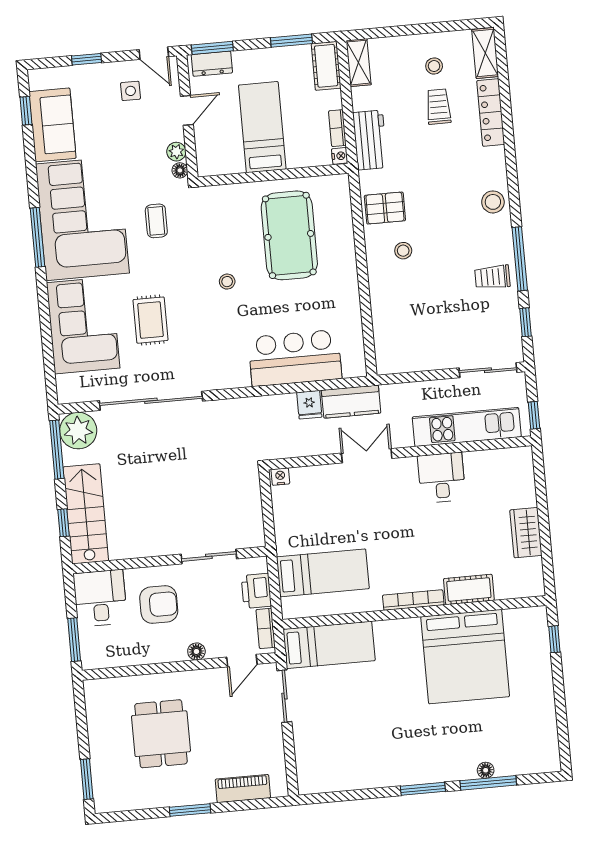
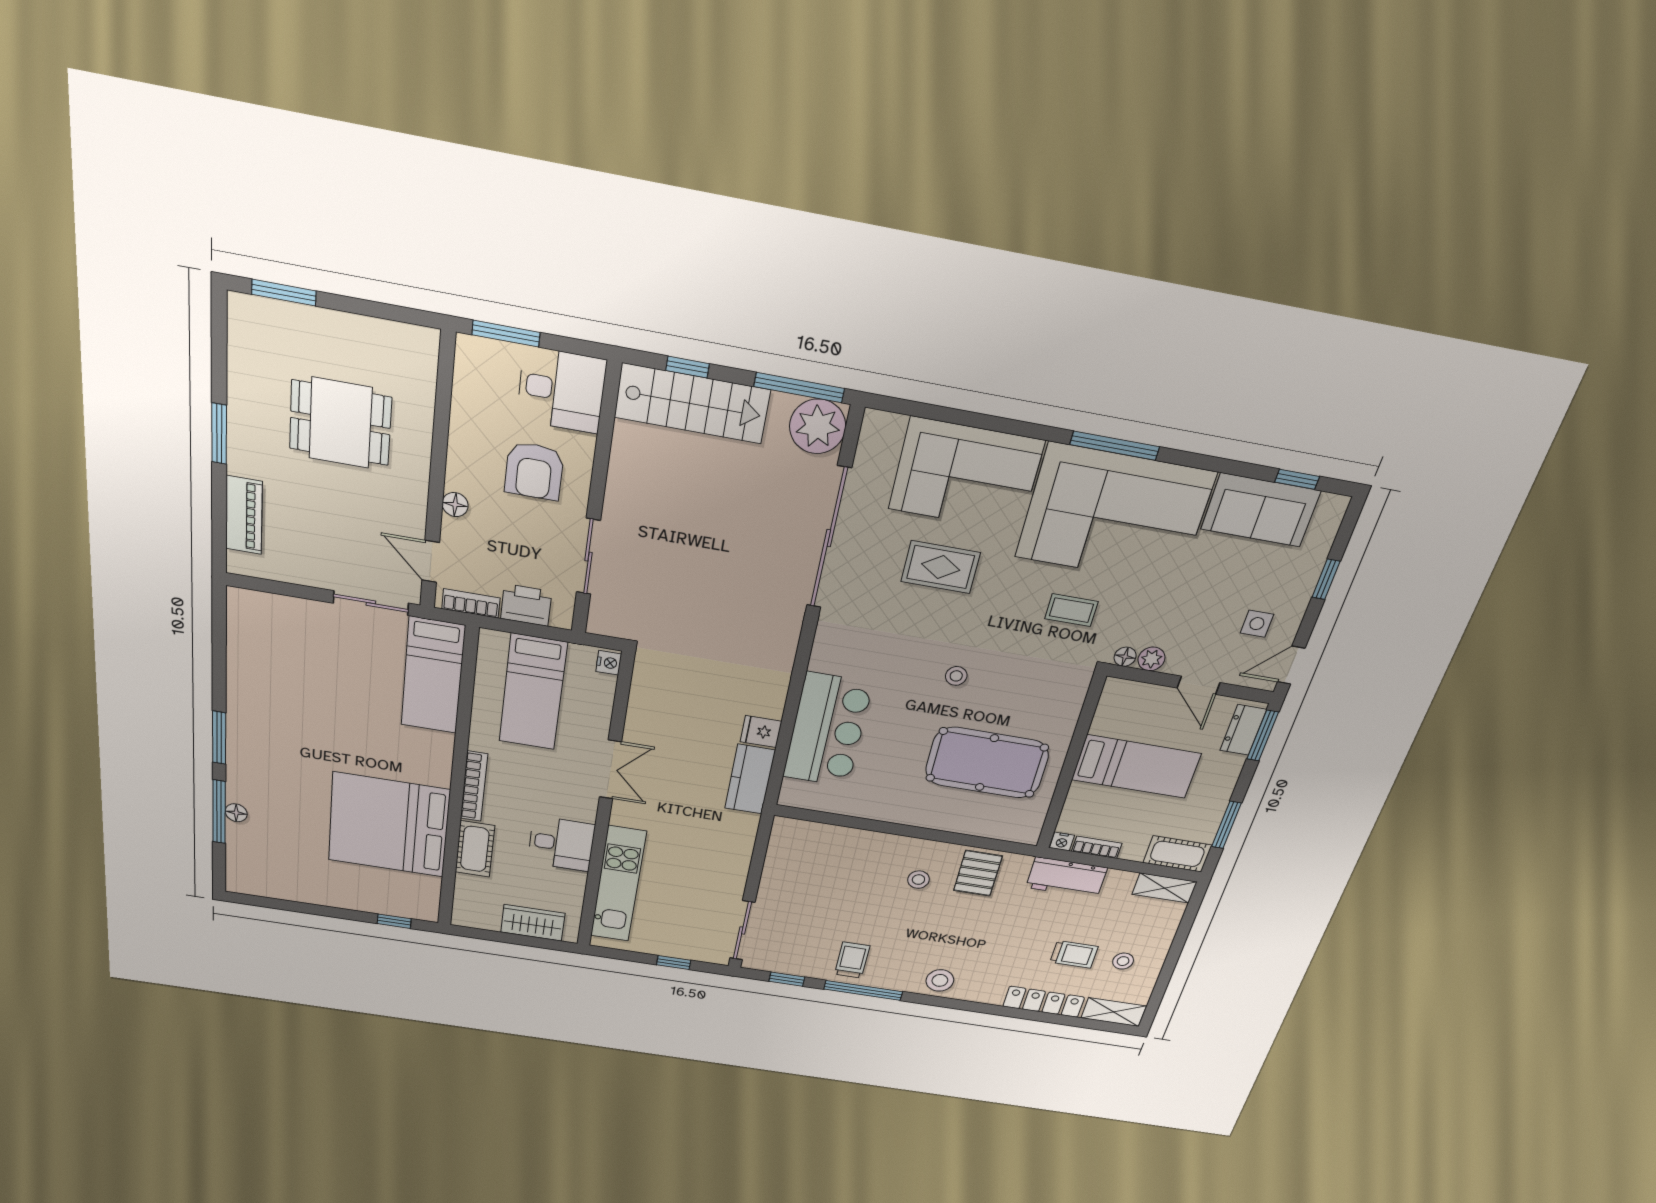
kitchen unit: (467, 427) -> (618, 884), moved
wall: (400, 453) -> (605, 807), moved
double door: (367, 456) -> (610, 770), moved
nightstand: (280, 477) -> (609, 663), moved
desk: (442, 478) -> (561, 844), moved

